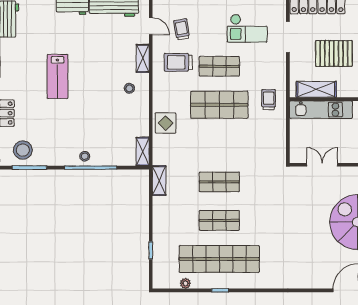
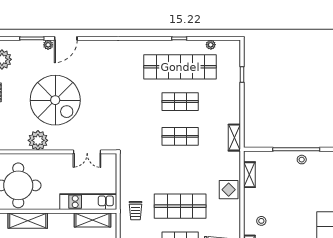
shelving: (143, 152) -> (249, 175), moved

